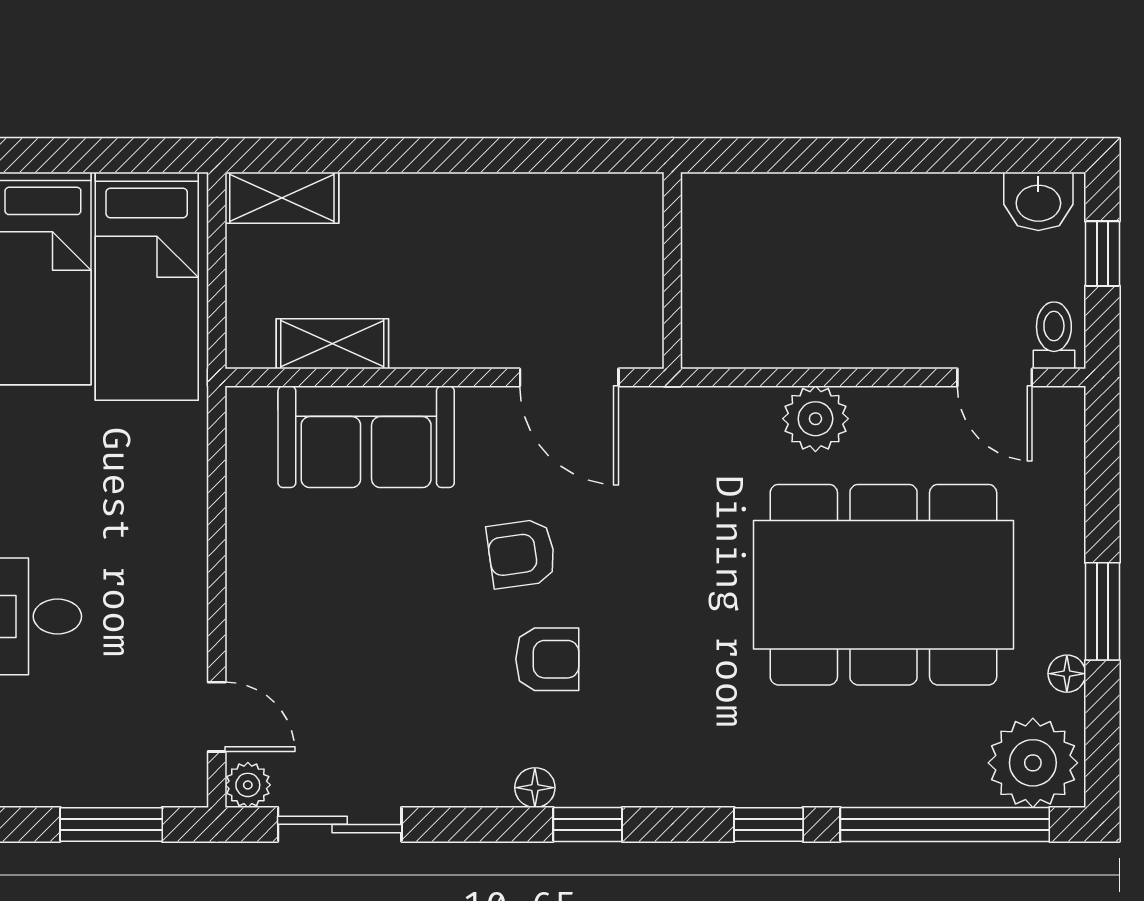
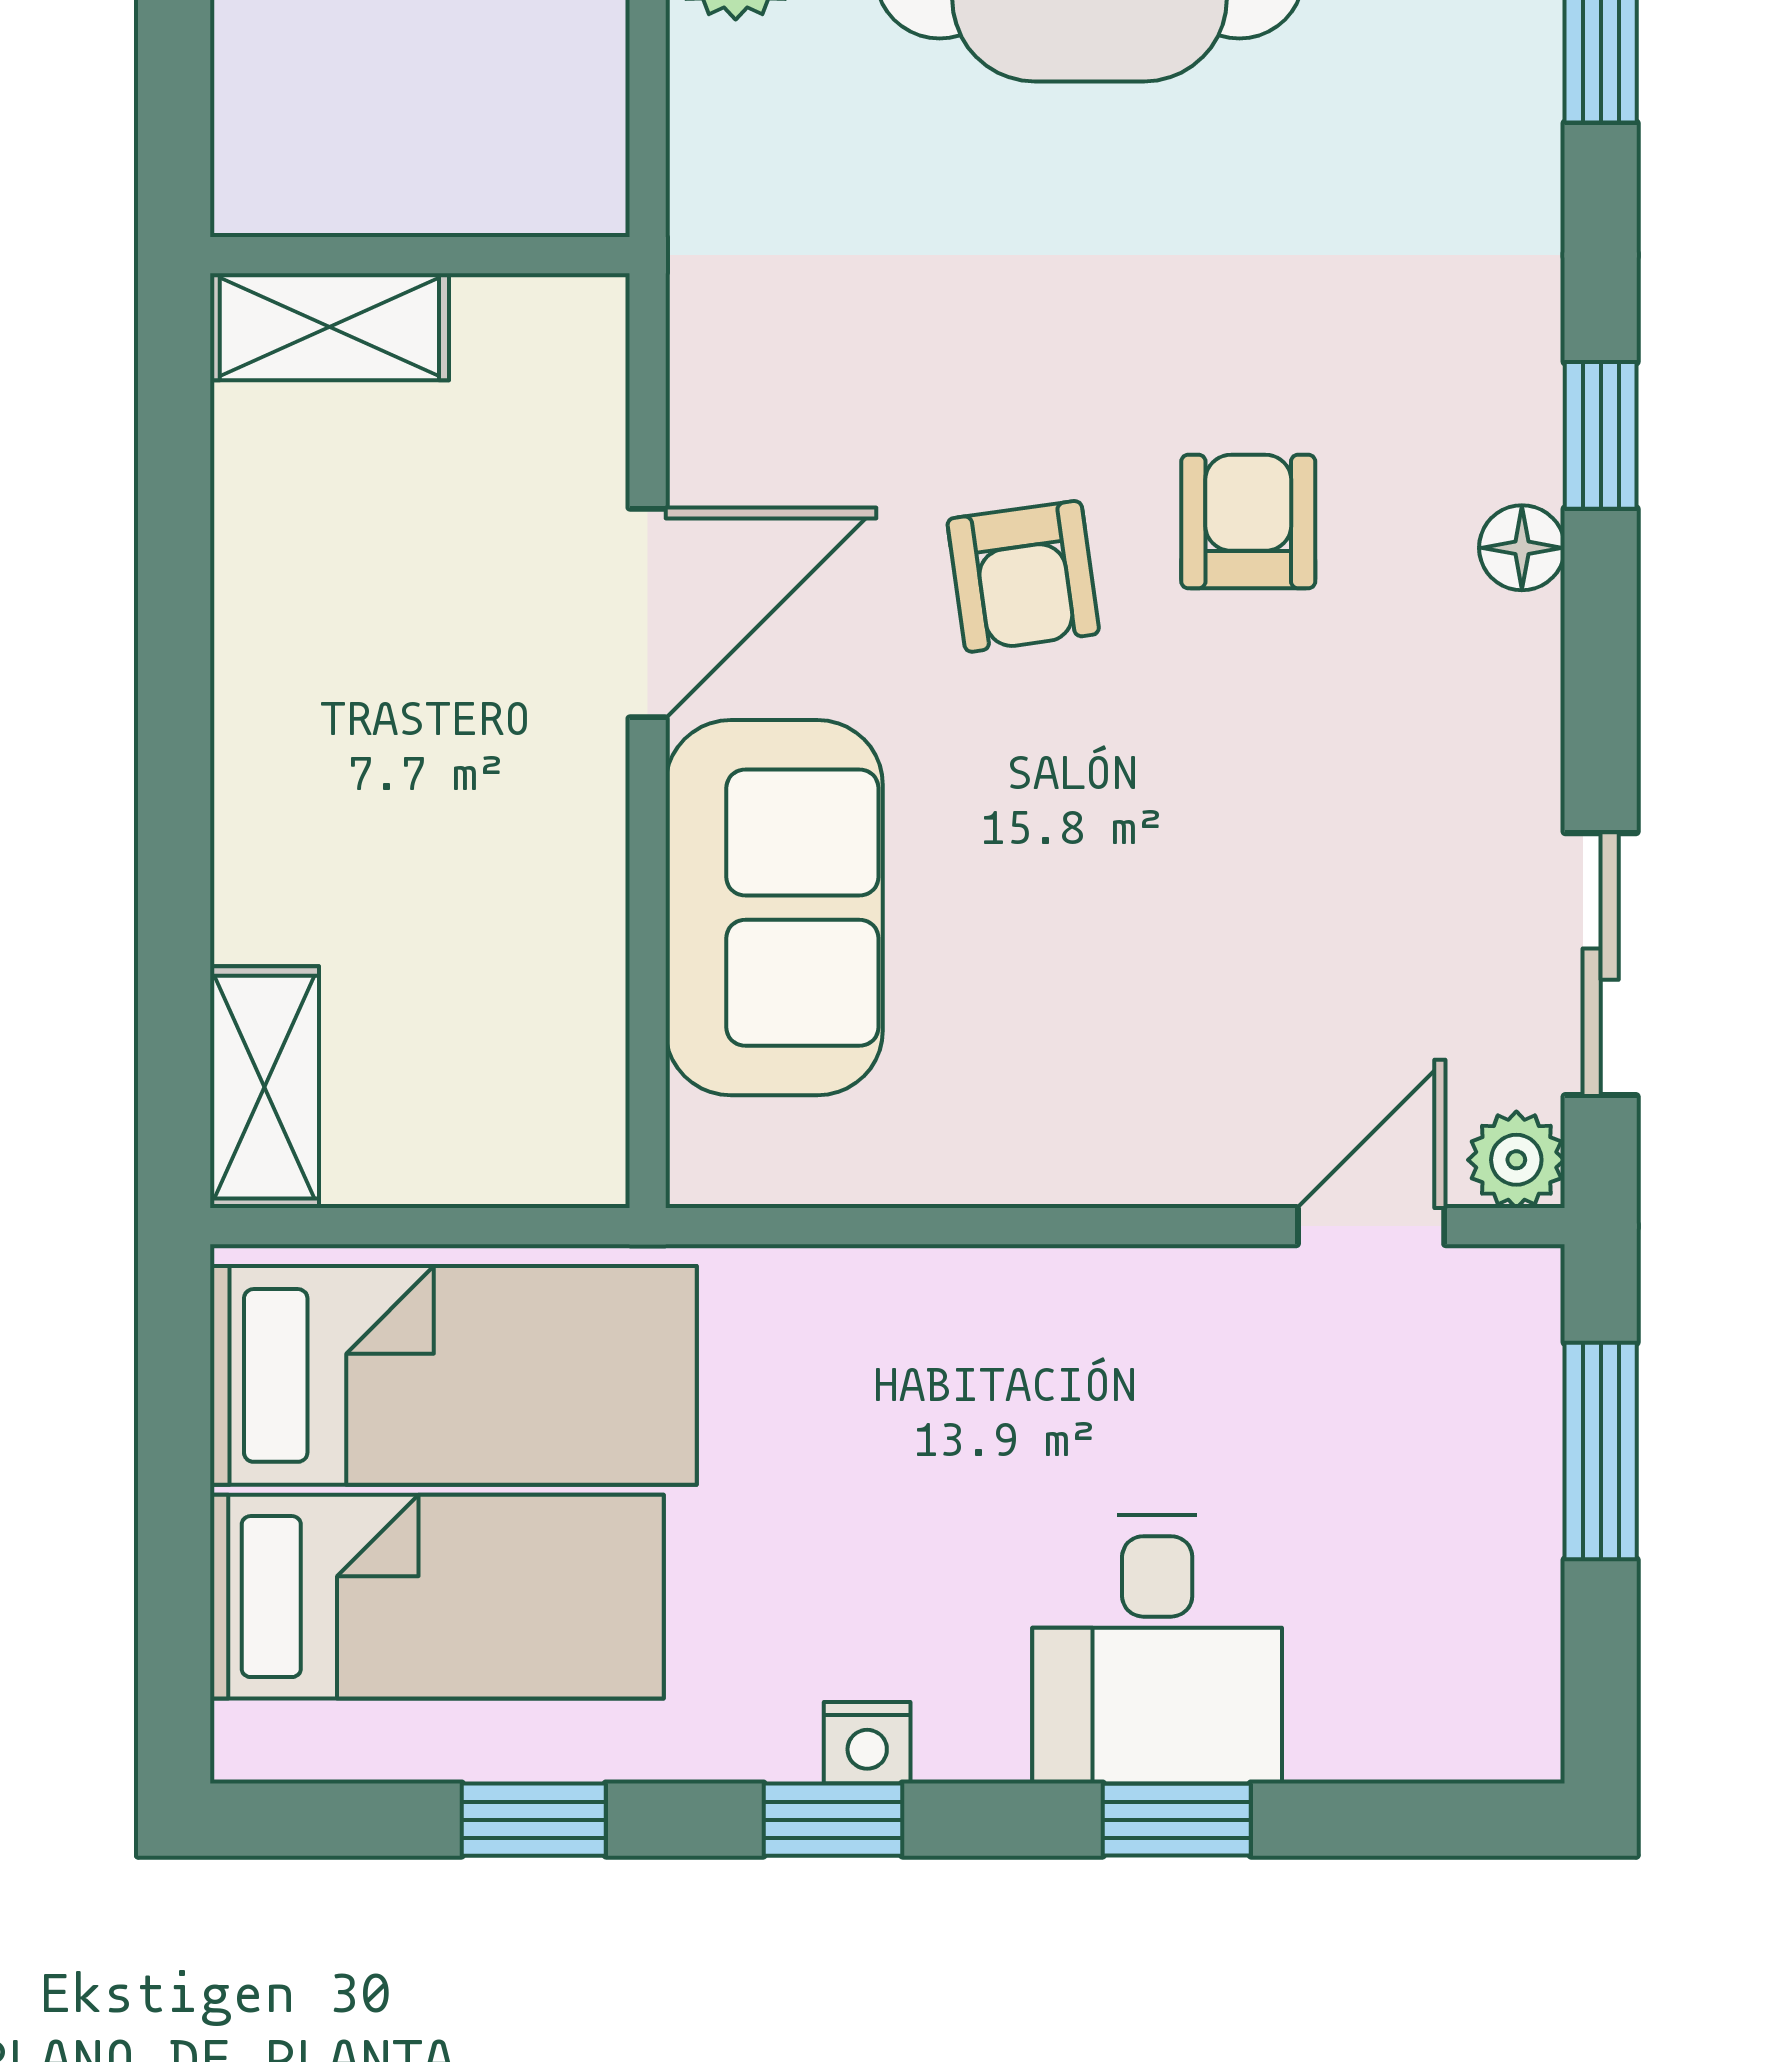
shelving: (332, 344) -> (329, 327), moved, turned 90
door: (569, 377) -> (648, 613), moved

